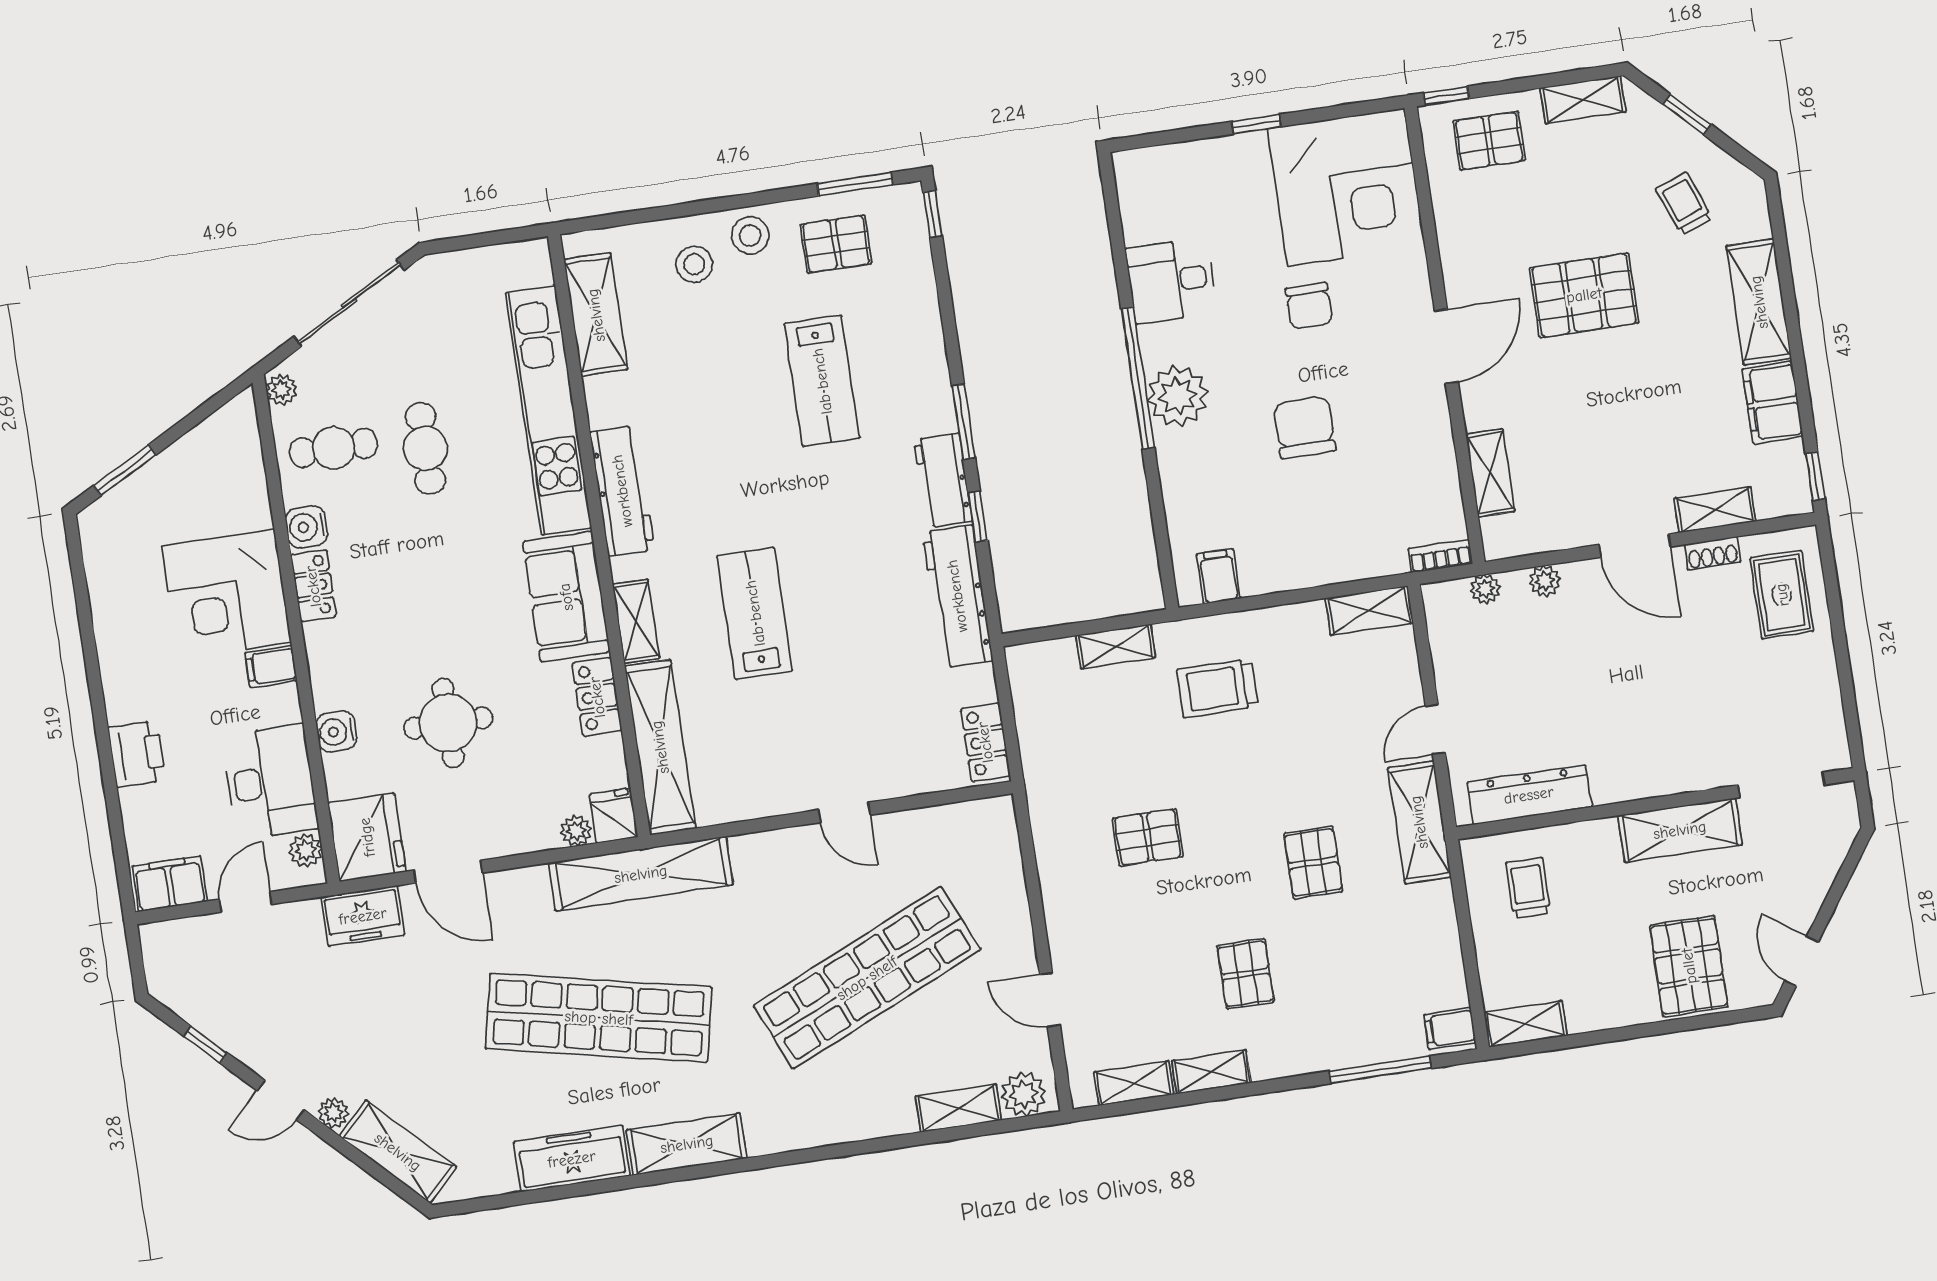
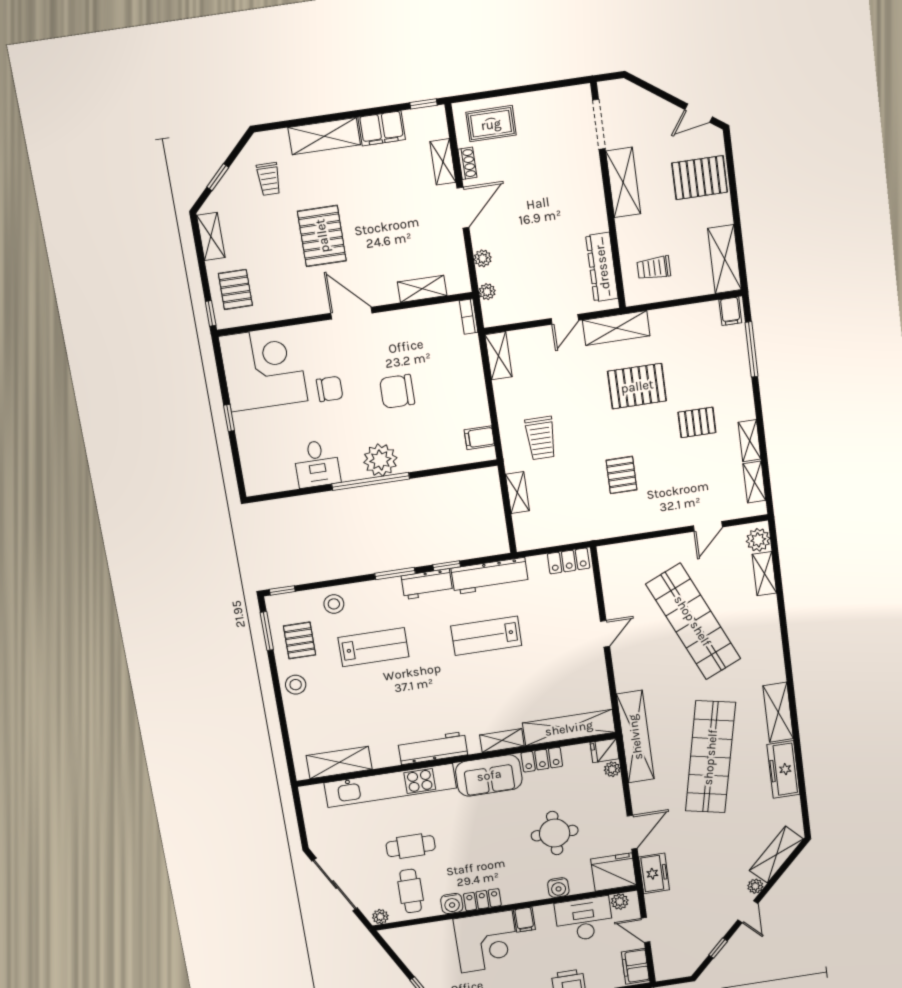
trolley: (1684, 204) -> (269, 179), turned -69
stool: (694, 264) -> (334, 604), moved
lab bench: (755, 613) -> (486, 636), moved
door: (1435, 729) -> (565, 319), hinge flipped
pallet: (1313, 862) -> (637, 386), width x1.50, depth x1.42
shelving: (1525, 1024) -> (724, 259), width x1.50, depth x1.33

